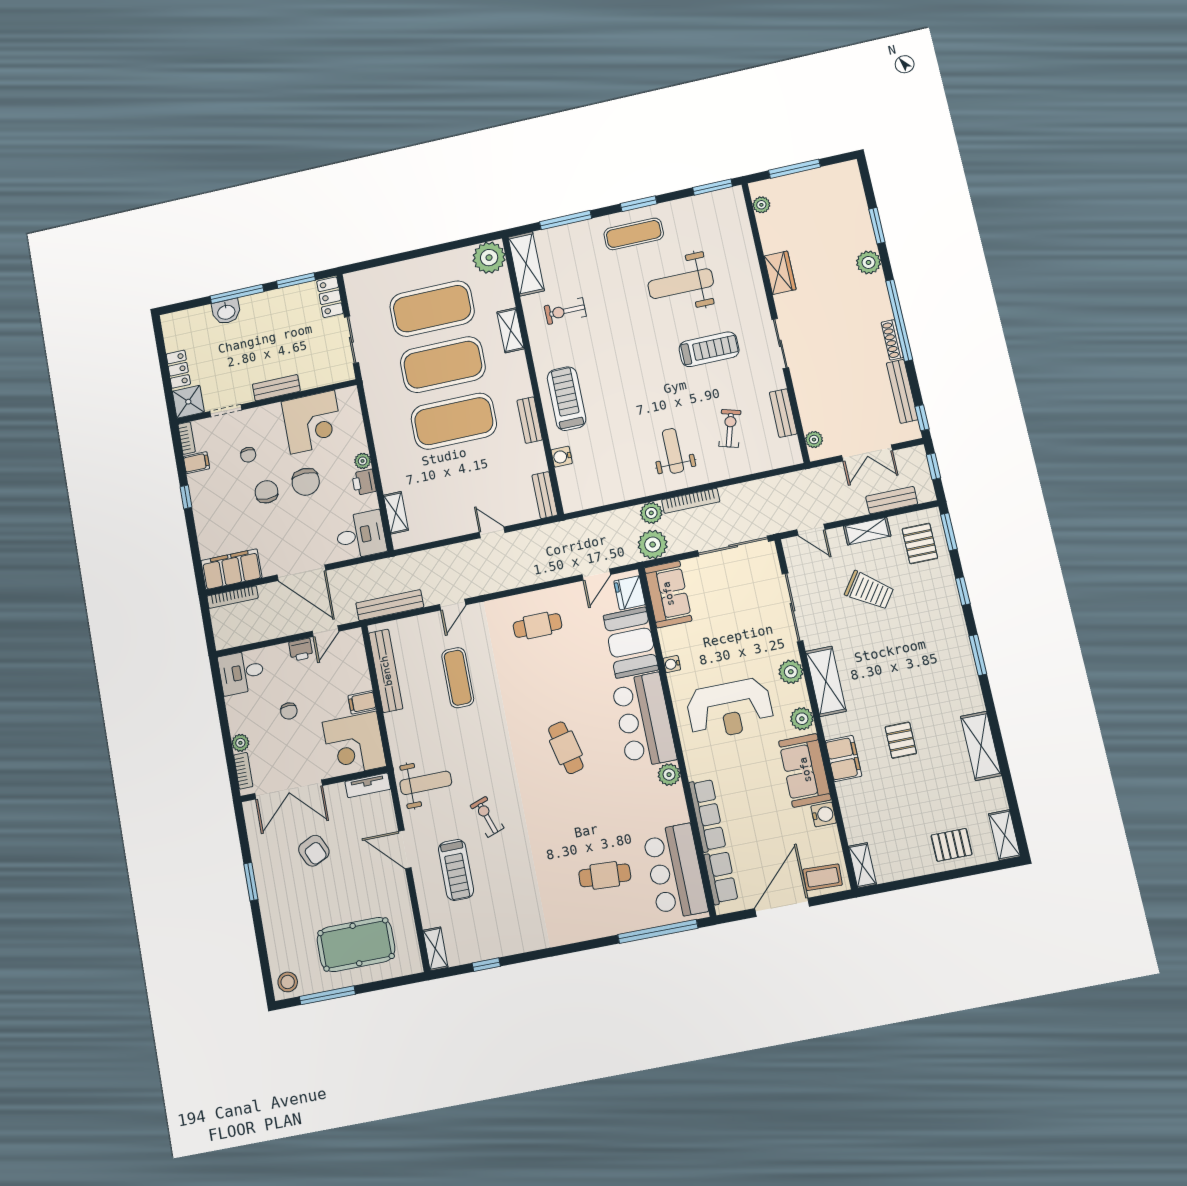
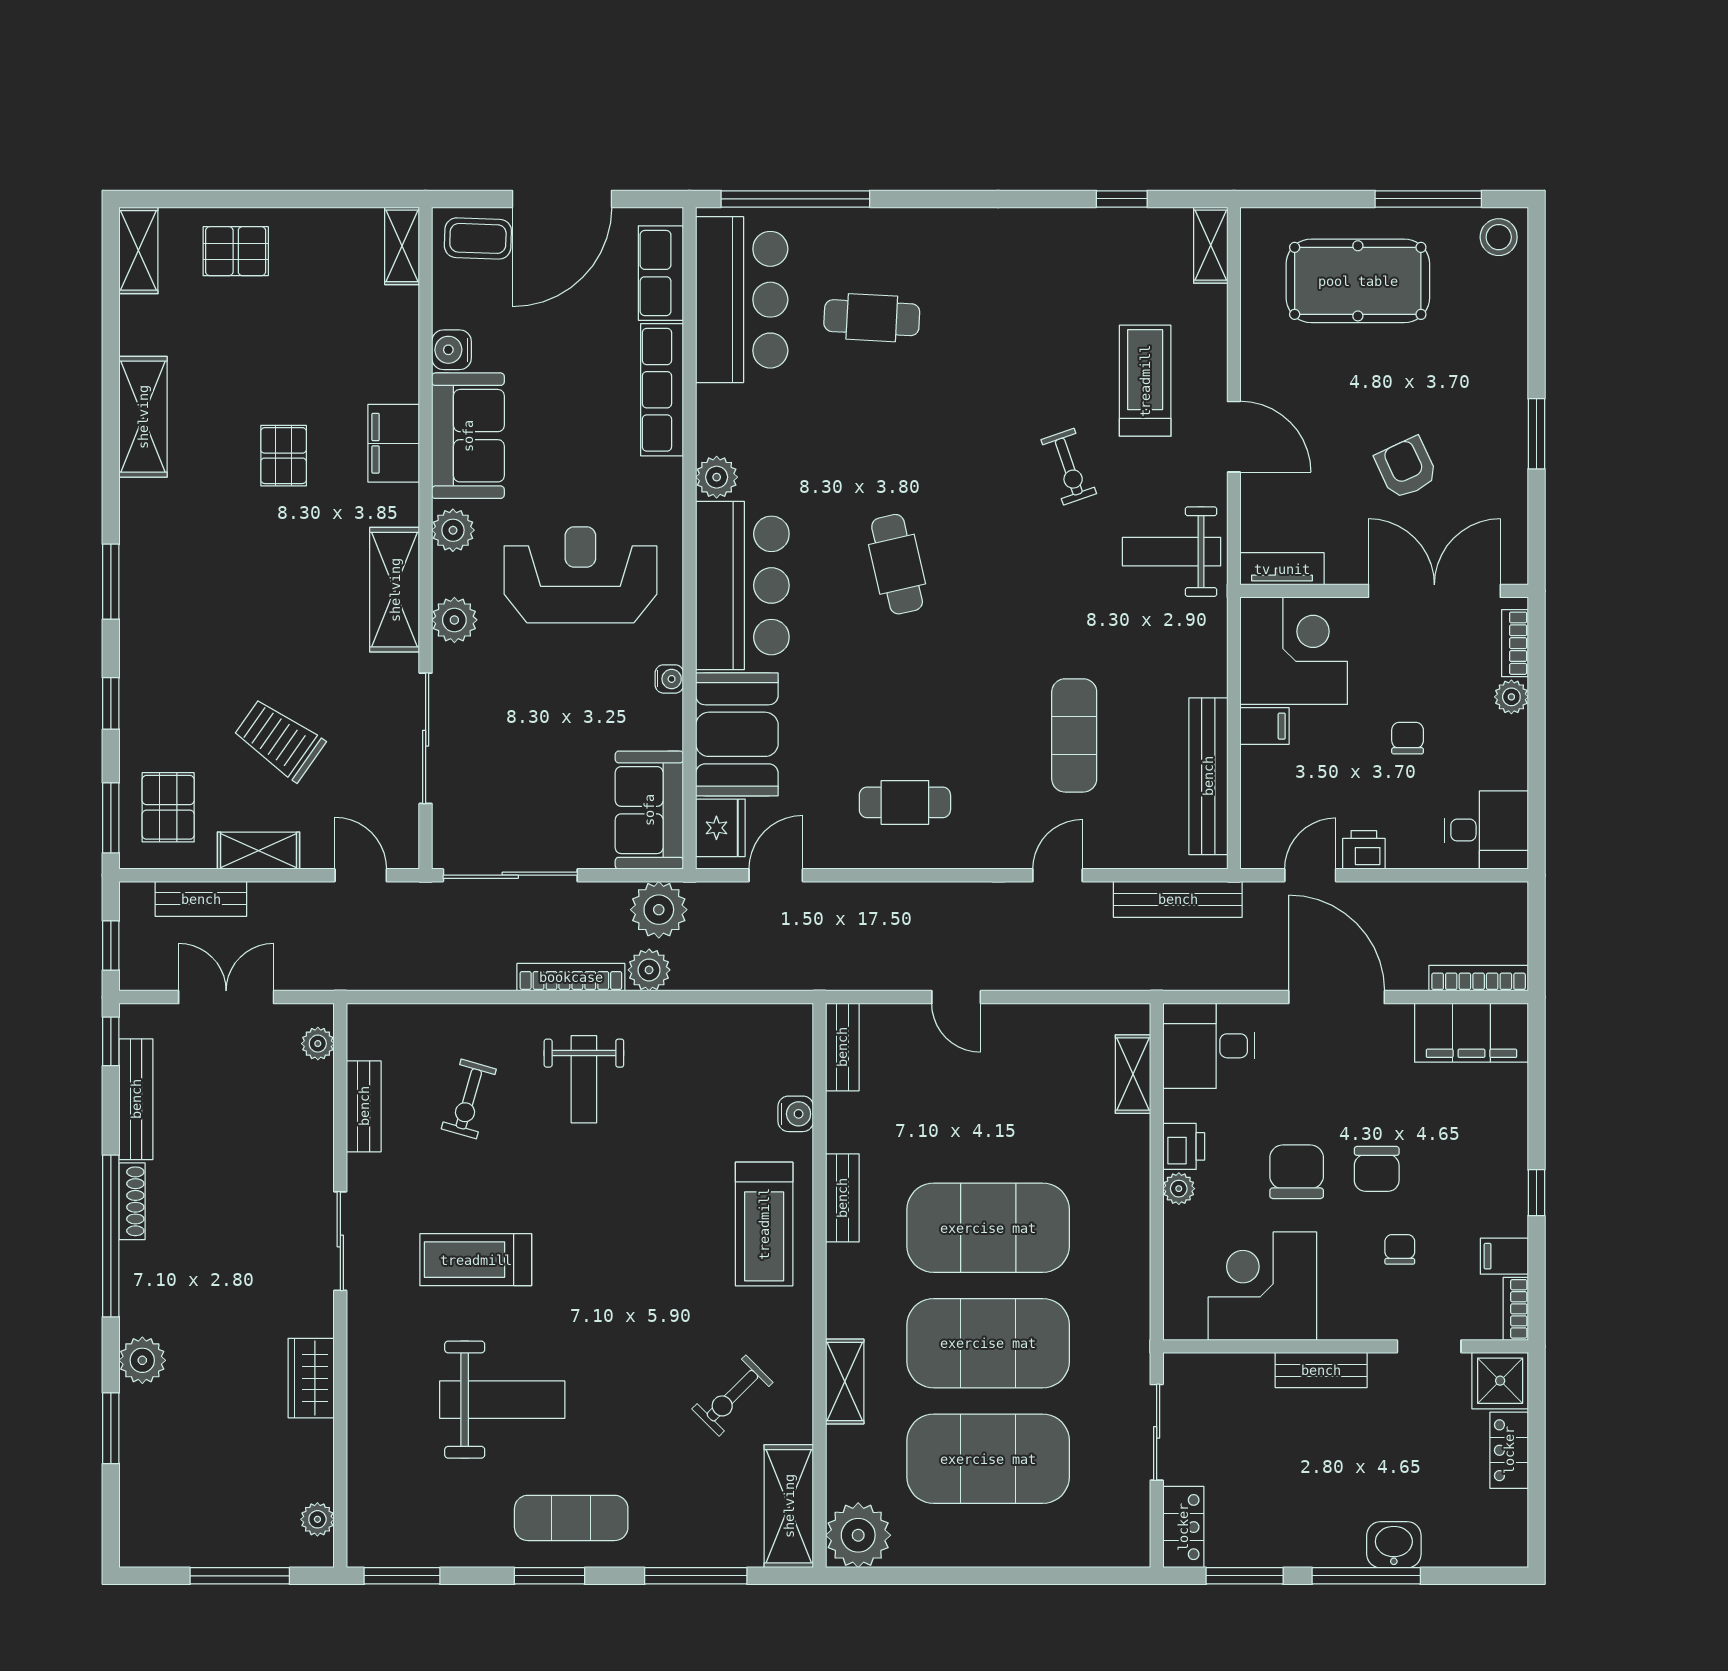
exercise bike: (565, 311) -> (732, 1396), turned 135

